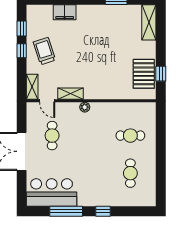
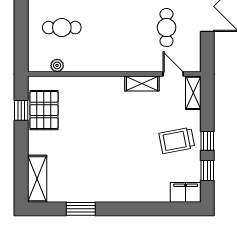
filing cabinet: (65, 12) -> (186, 192), moved
trolley: (44, 51) -> (177, 140), turned 97
plant: (85, 107) -> (57, 65), moved

